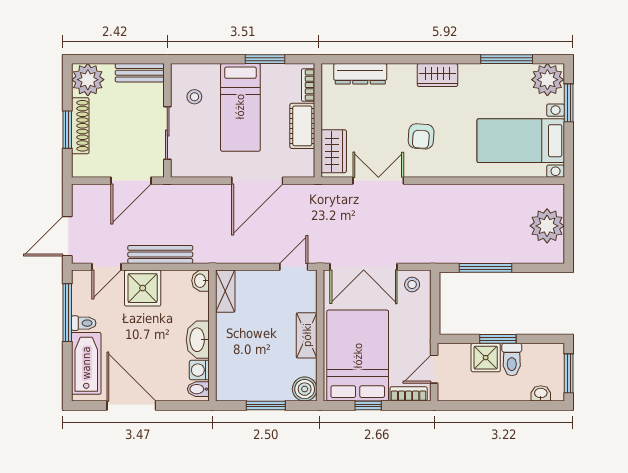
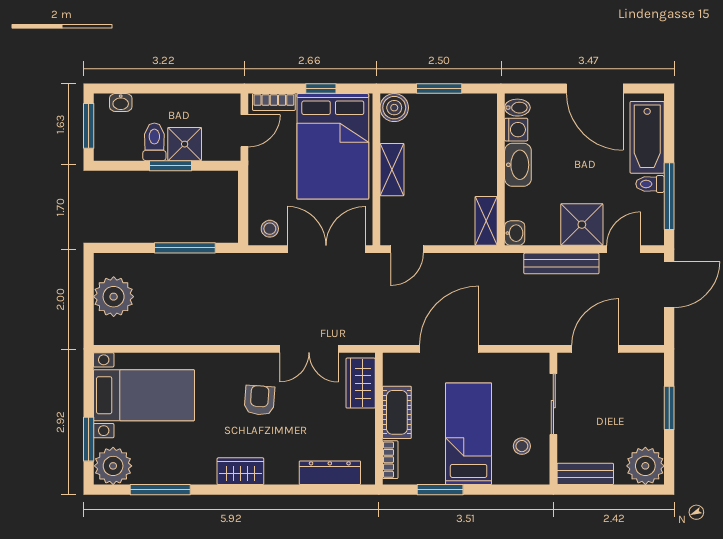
shoe rack: (80, 126) -> (654, 412), removed

